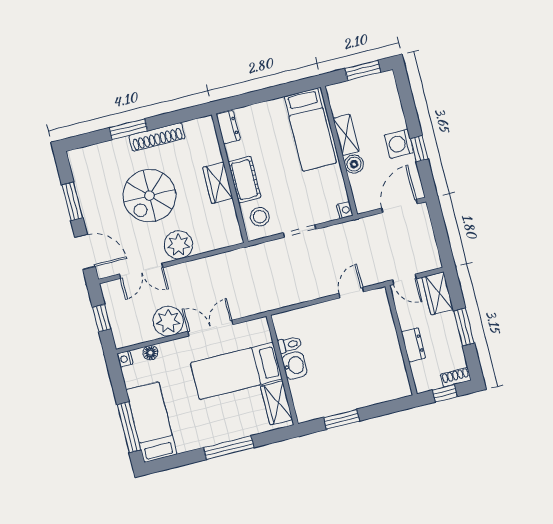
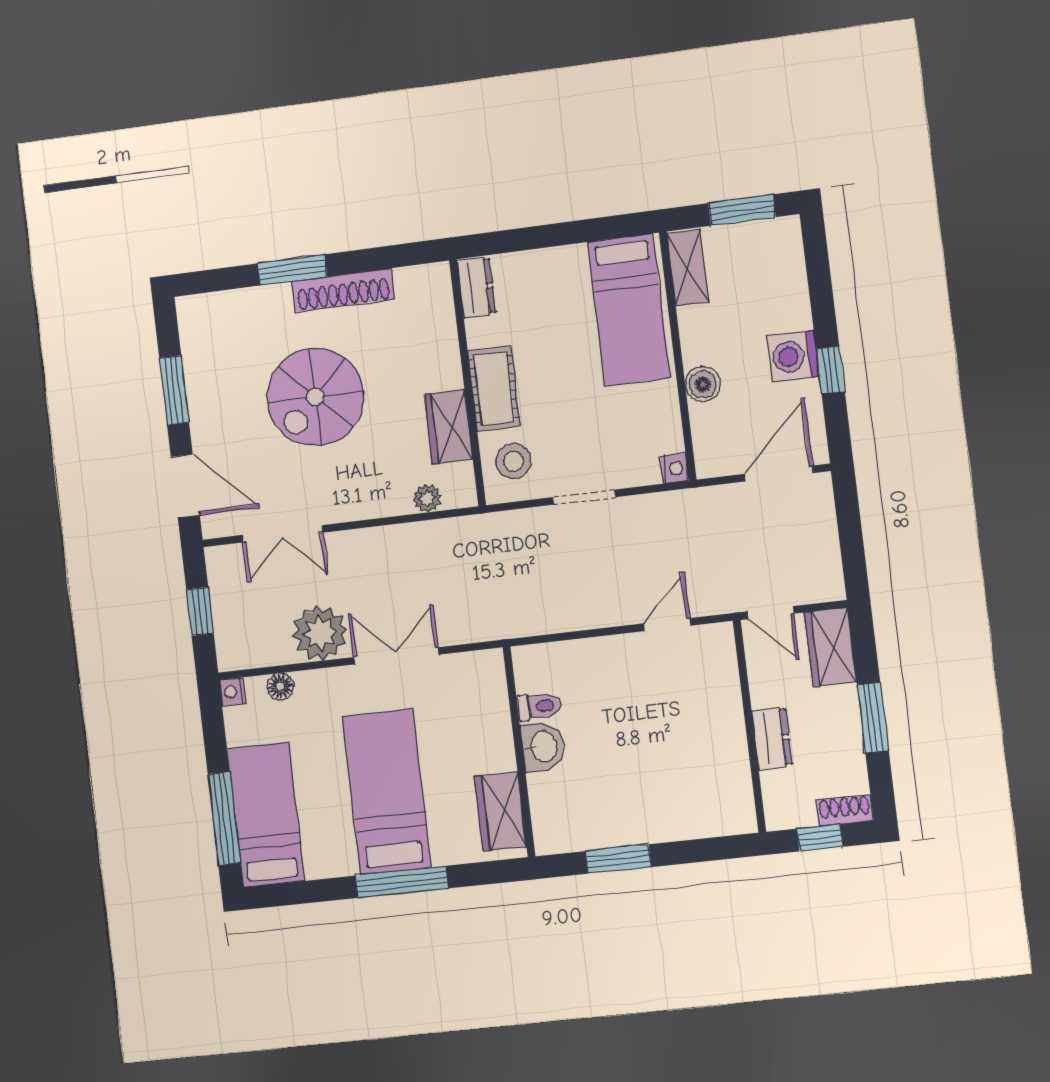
shelving: (346, 135) -> (688, 268), moved
wardrobe: (218, 183) -> (449, 427), moved
plant: (178, 245) -> (427, 498), moved, width x0.53, depth x0.53
bed: (236, 371) -> (386, 792), moved, turned 90

